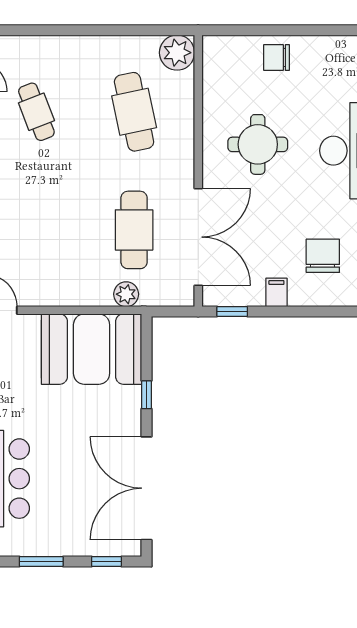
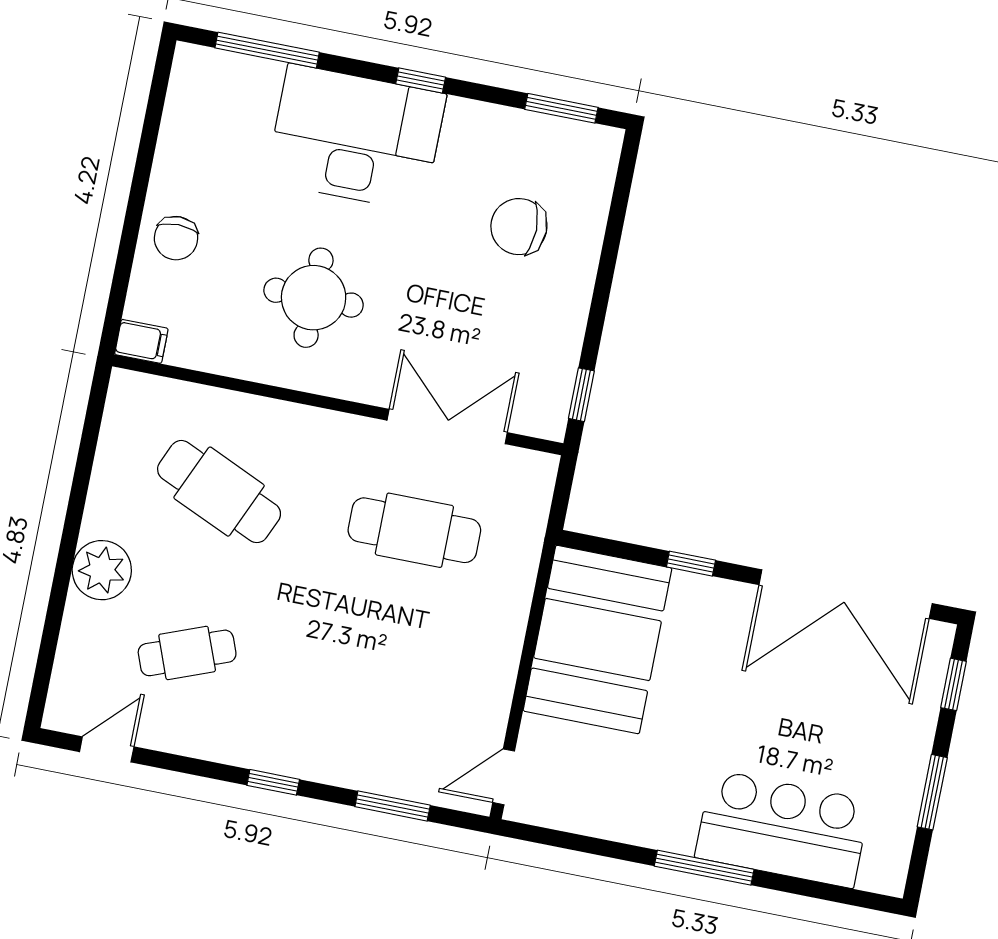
plant: (177, 53) -> (102, 570), moved
cafe table: (134, 112) -> (219, 492), turned 36
double door: (198, 237) -> (447, 426), width x0.73
filing cabinet: (276, 292) -> (141, 341), moved, turned 180
plant: (126, 294) -> (518, 564), removed

